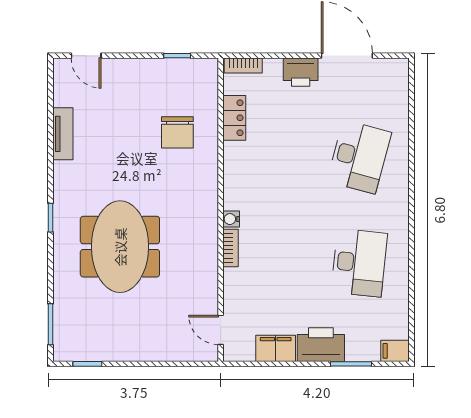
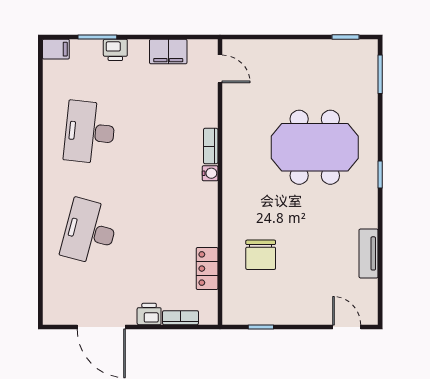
bookcase: (243, 66) -> (180, 318), moved
printer: (301, 72) -> (149, 314), width x0.73, depth x0.81
chair: (177, 132) -> (261, 255), turned 180
meeting table: (120, 247) -> (315, 147), turned 90
printer: (321, 345) -> (115, 50), width x0.53, depth x0.68

